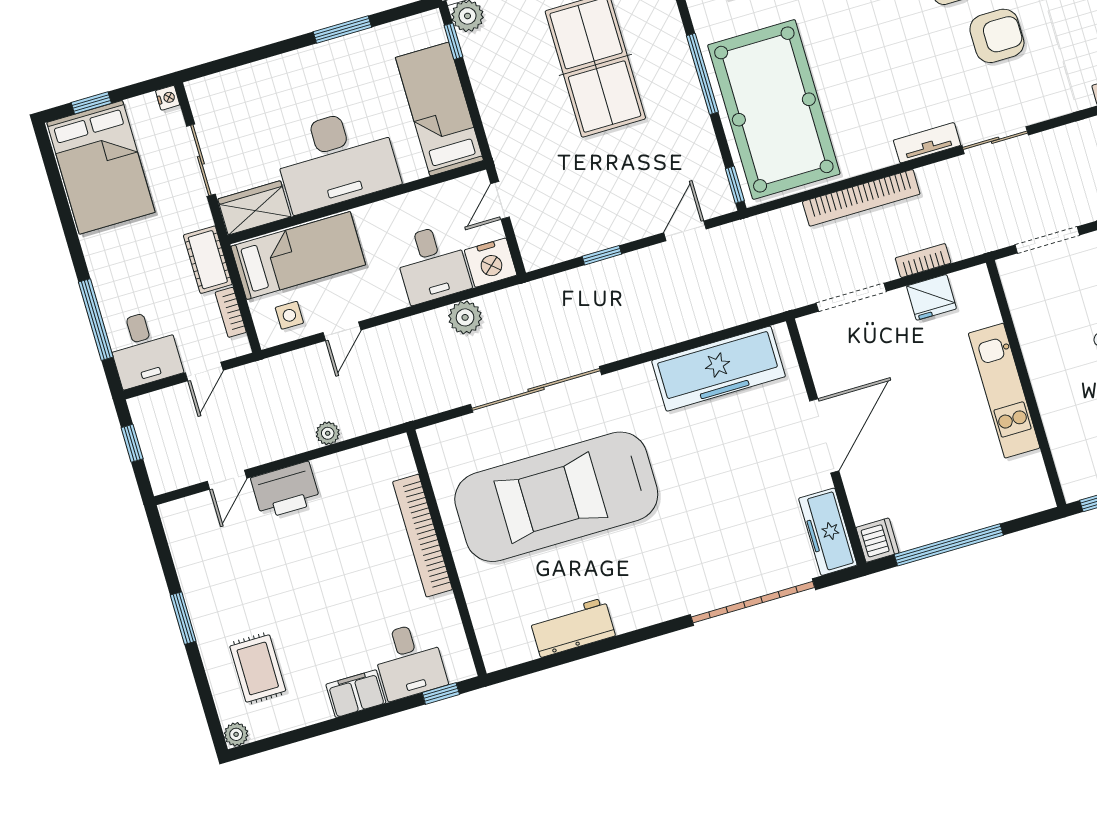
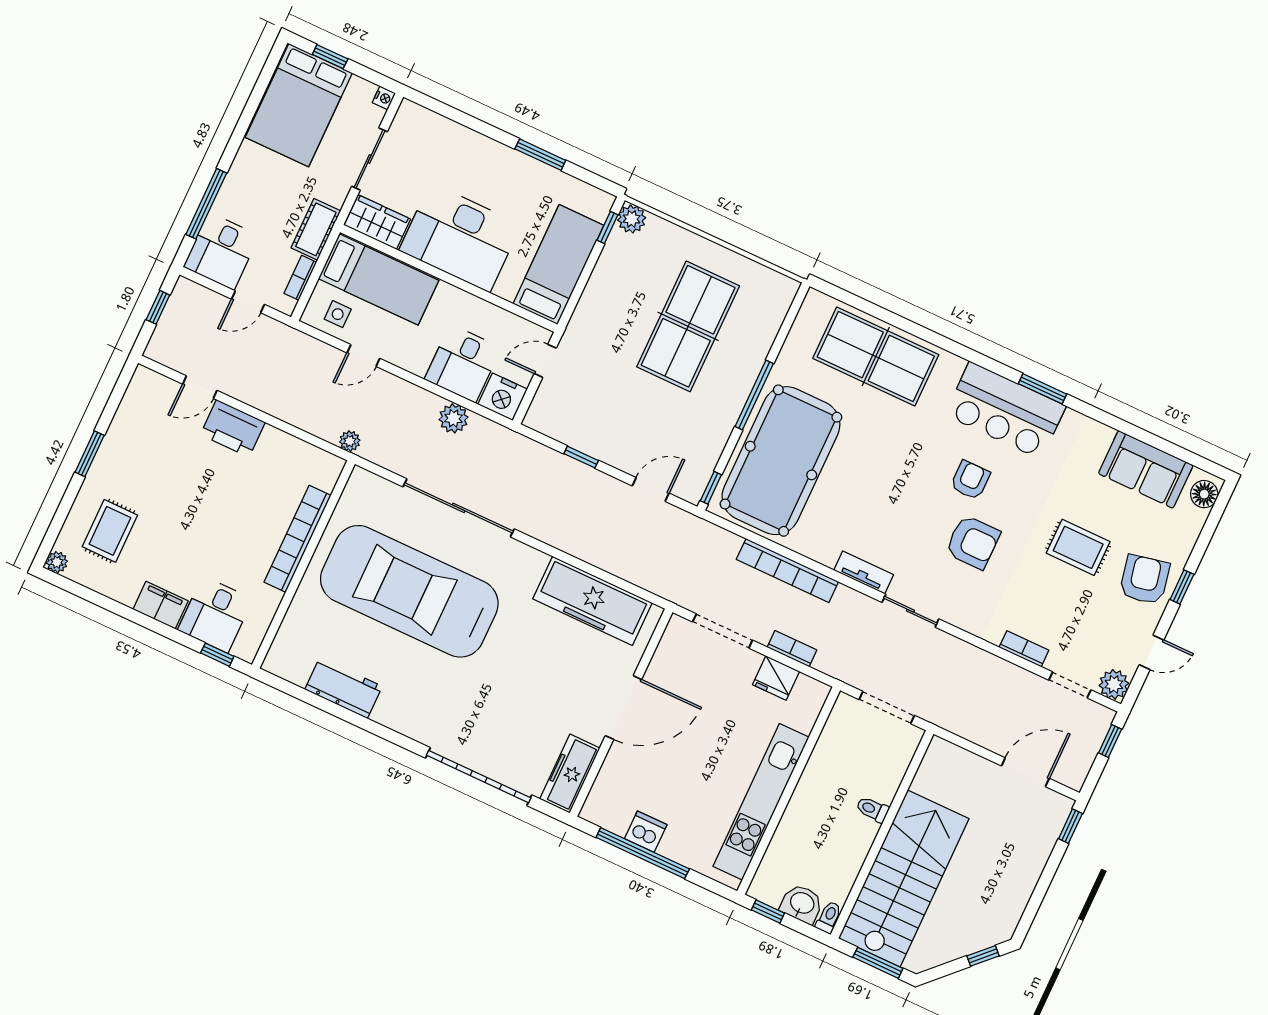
kitchen unit: (1004, 391) -> (761, 802), width x1.36
plant: (328, 433) -> (350, 441), moved
dishwasher: (877, 540) -> (646, 832), moved, turned -90

